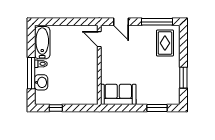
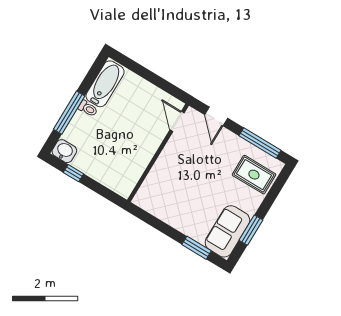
rug: (165, 43) -> (254, 175), turned 90
washbasin: (41, 82) -> (64, 151), moved, turned -90
sofa: (118, 94) -> (227, 231), moved, turned -90

